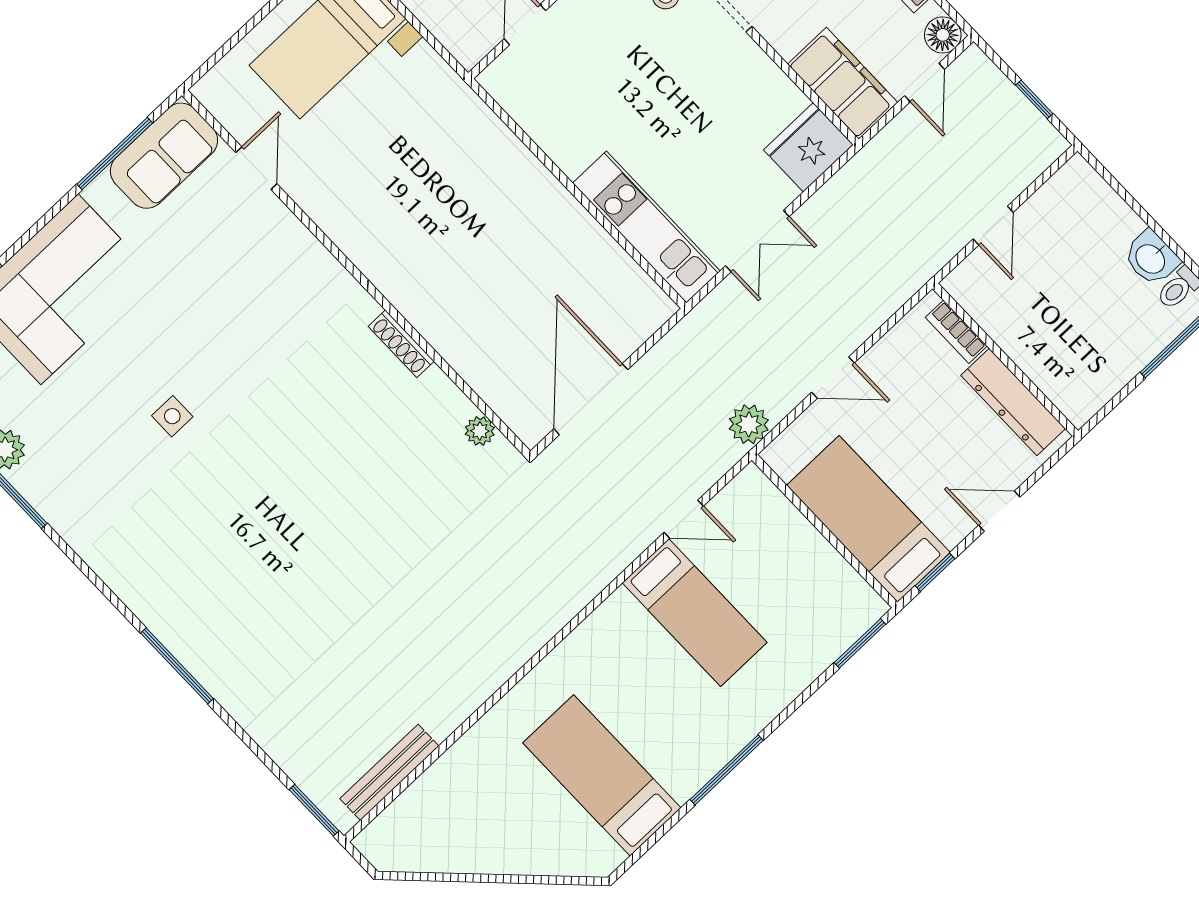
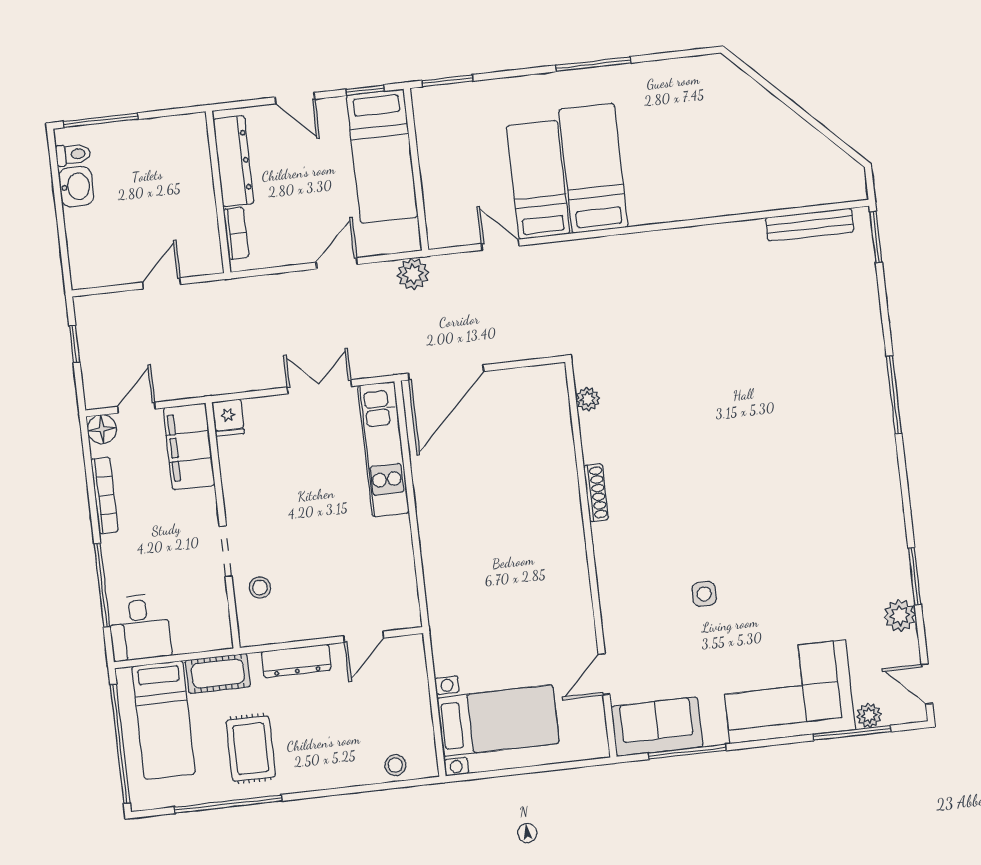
fridge: (808, 147) -> (228, 418), width x0.53, depth x0.75
door: (833, 378) -> (337, 263), hinge flipped
door: (591, 399) -> (446, 372), moved
side table: (172, 416) -> (704, 594), moved
bed: (602, 775) -> (593, 168), moved, turned 180

